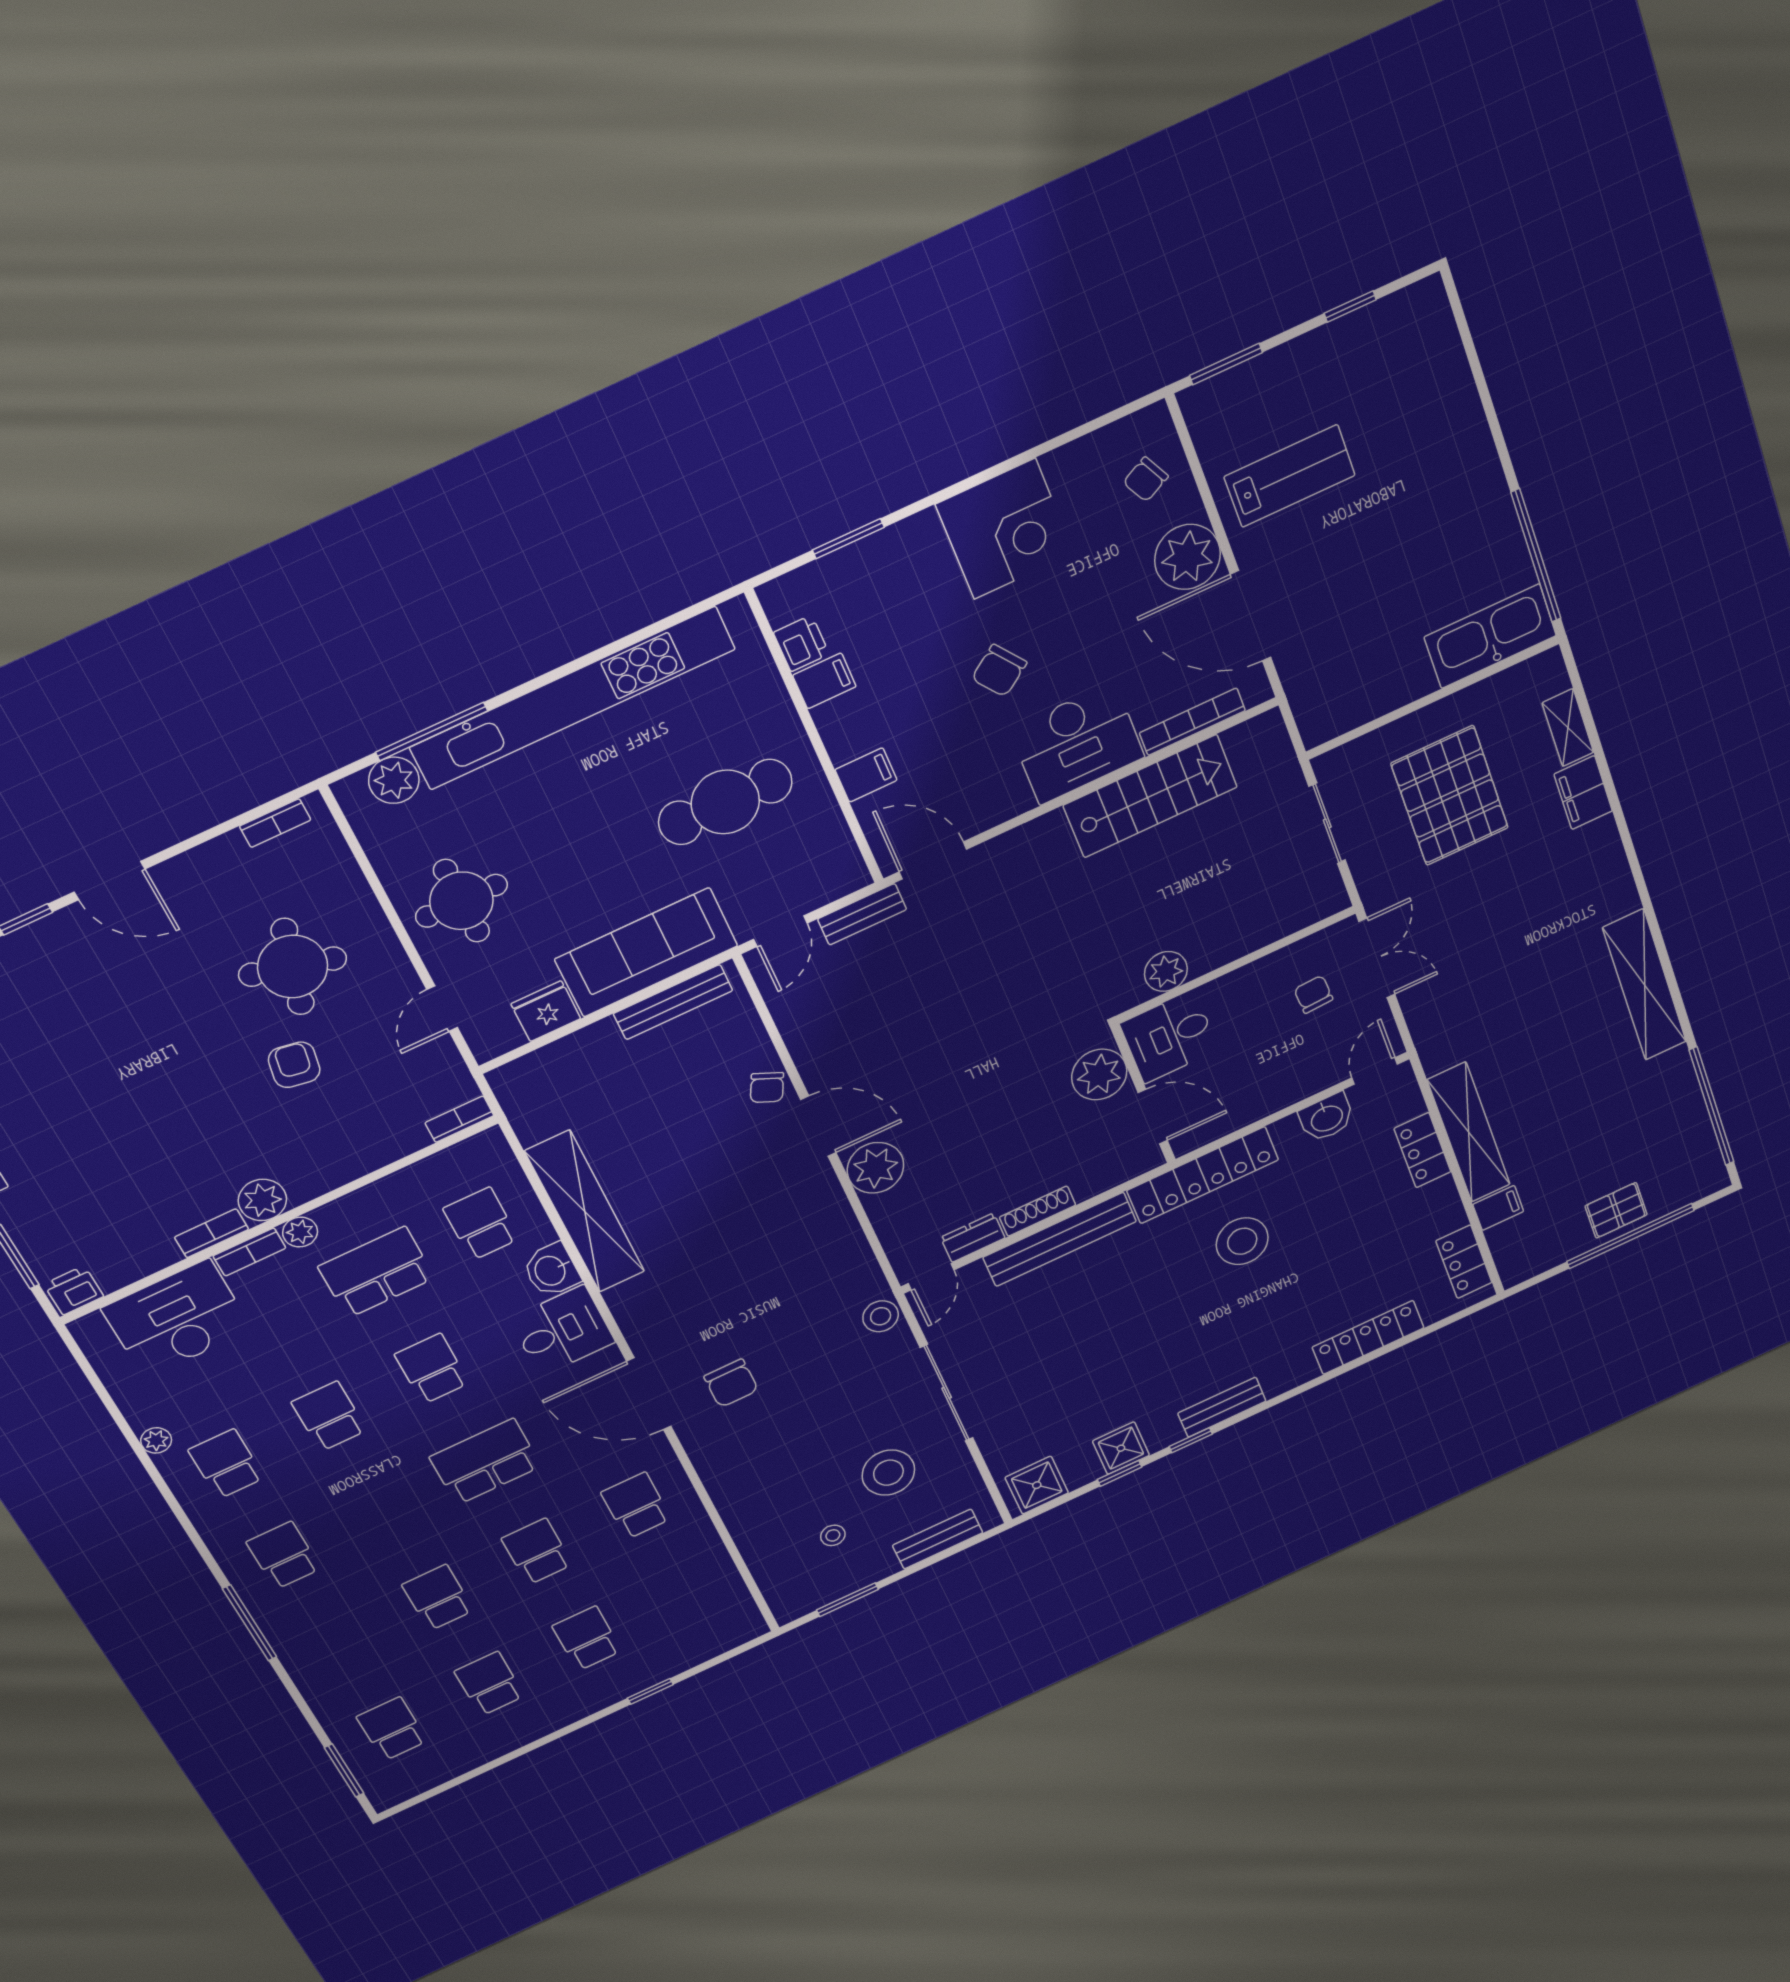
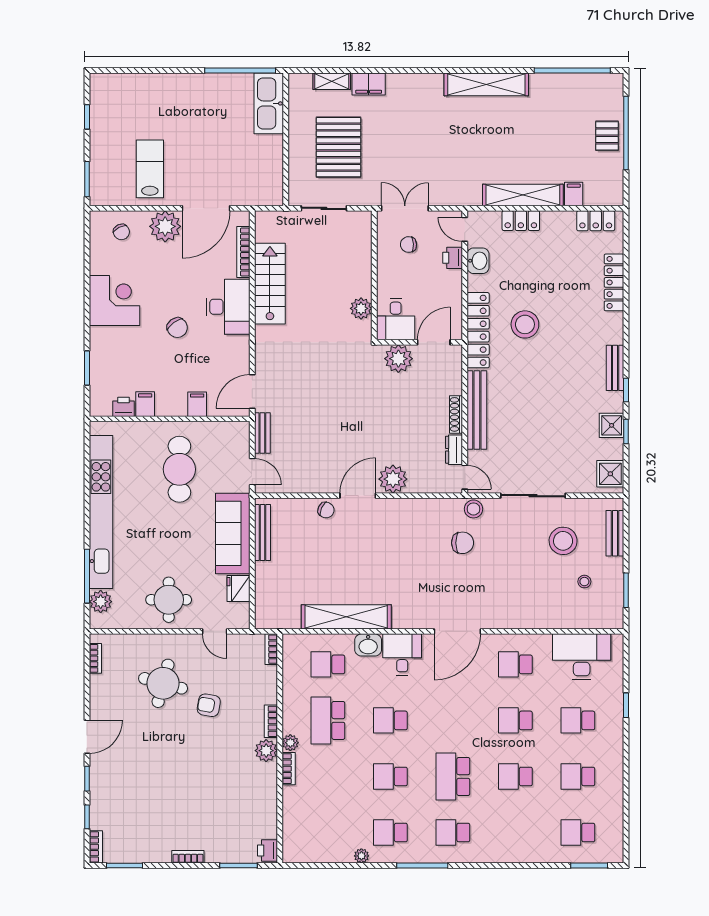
pallet: (1450, 796) -> (339, 147), turned 90
printer: (1316, 1076) -> (453, 258), added
bookcase: (212, 1233) -> (271, 721), moved
desk: (177, 1319) -> (582, 657), moved, turned 90
chair: (731, 1383) -> (463, 543), moved
school desk: (485, 1462) -> (453, 776), moved
window: (250, 1623) -> (422, 866), moved

